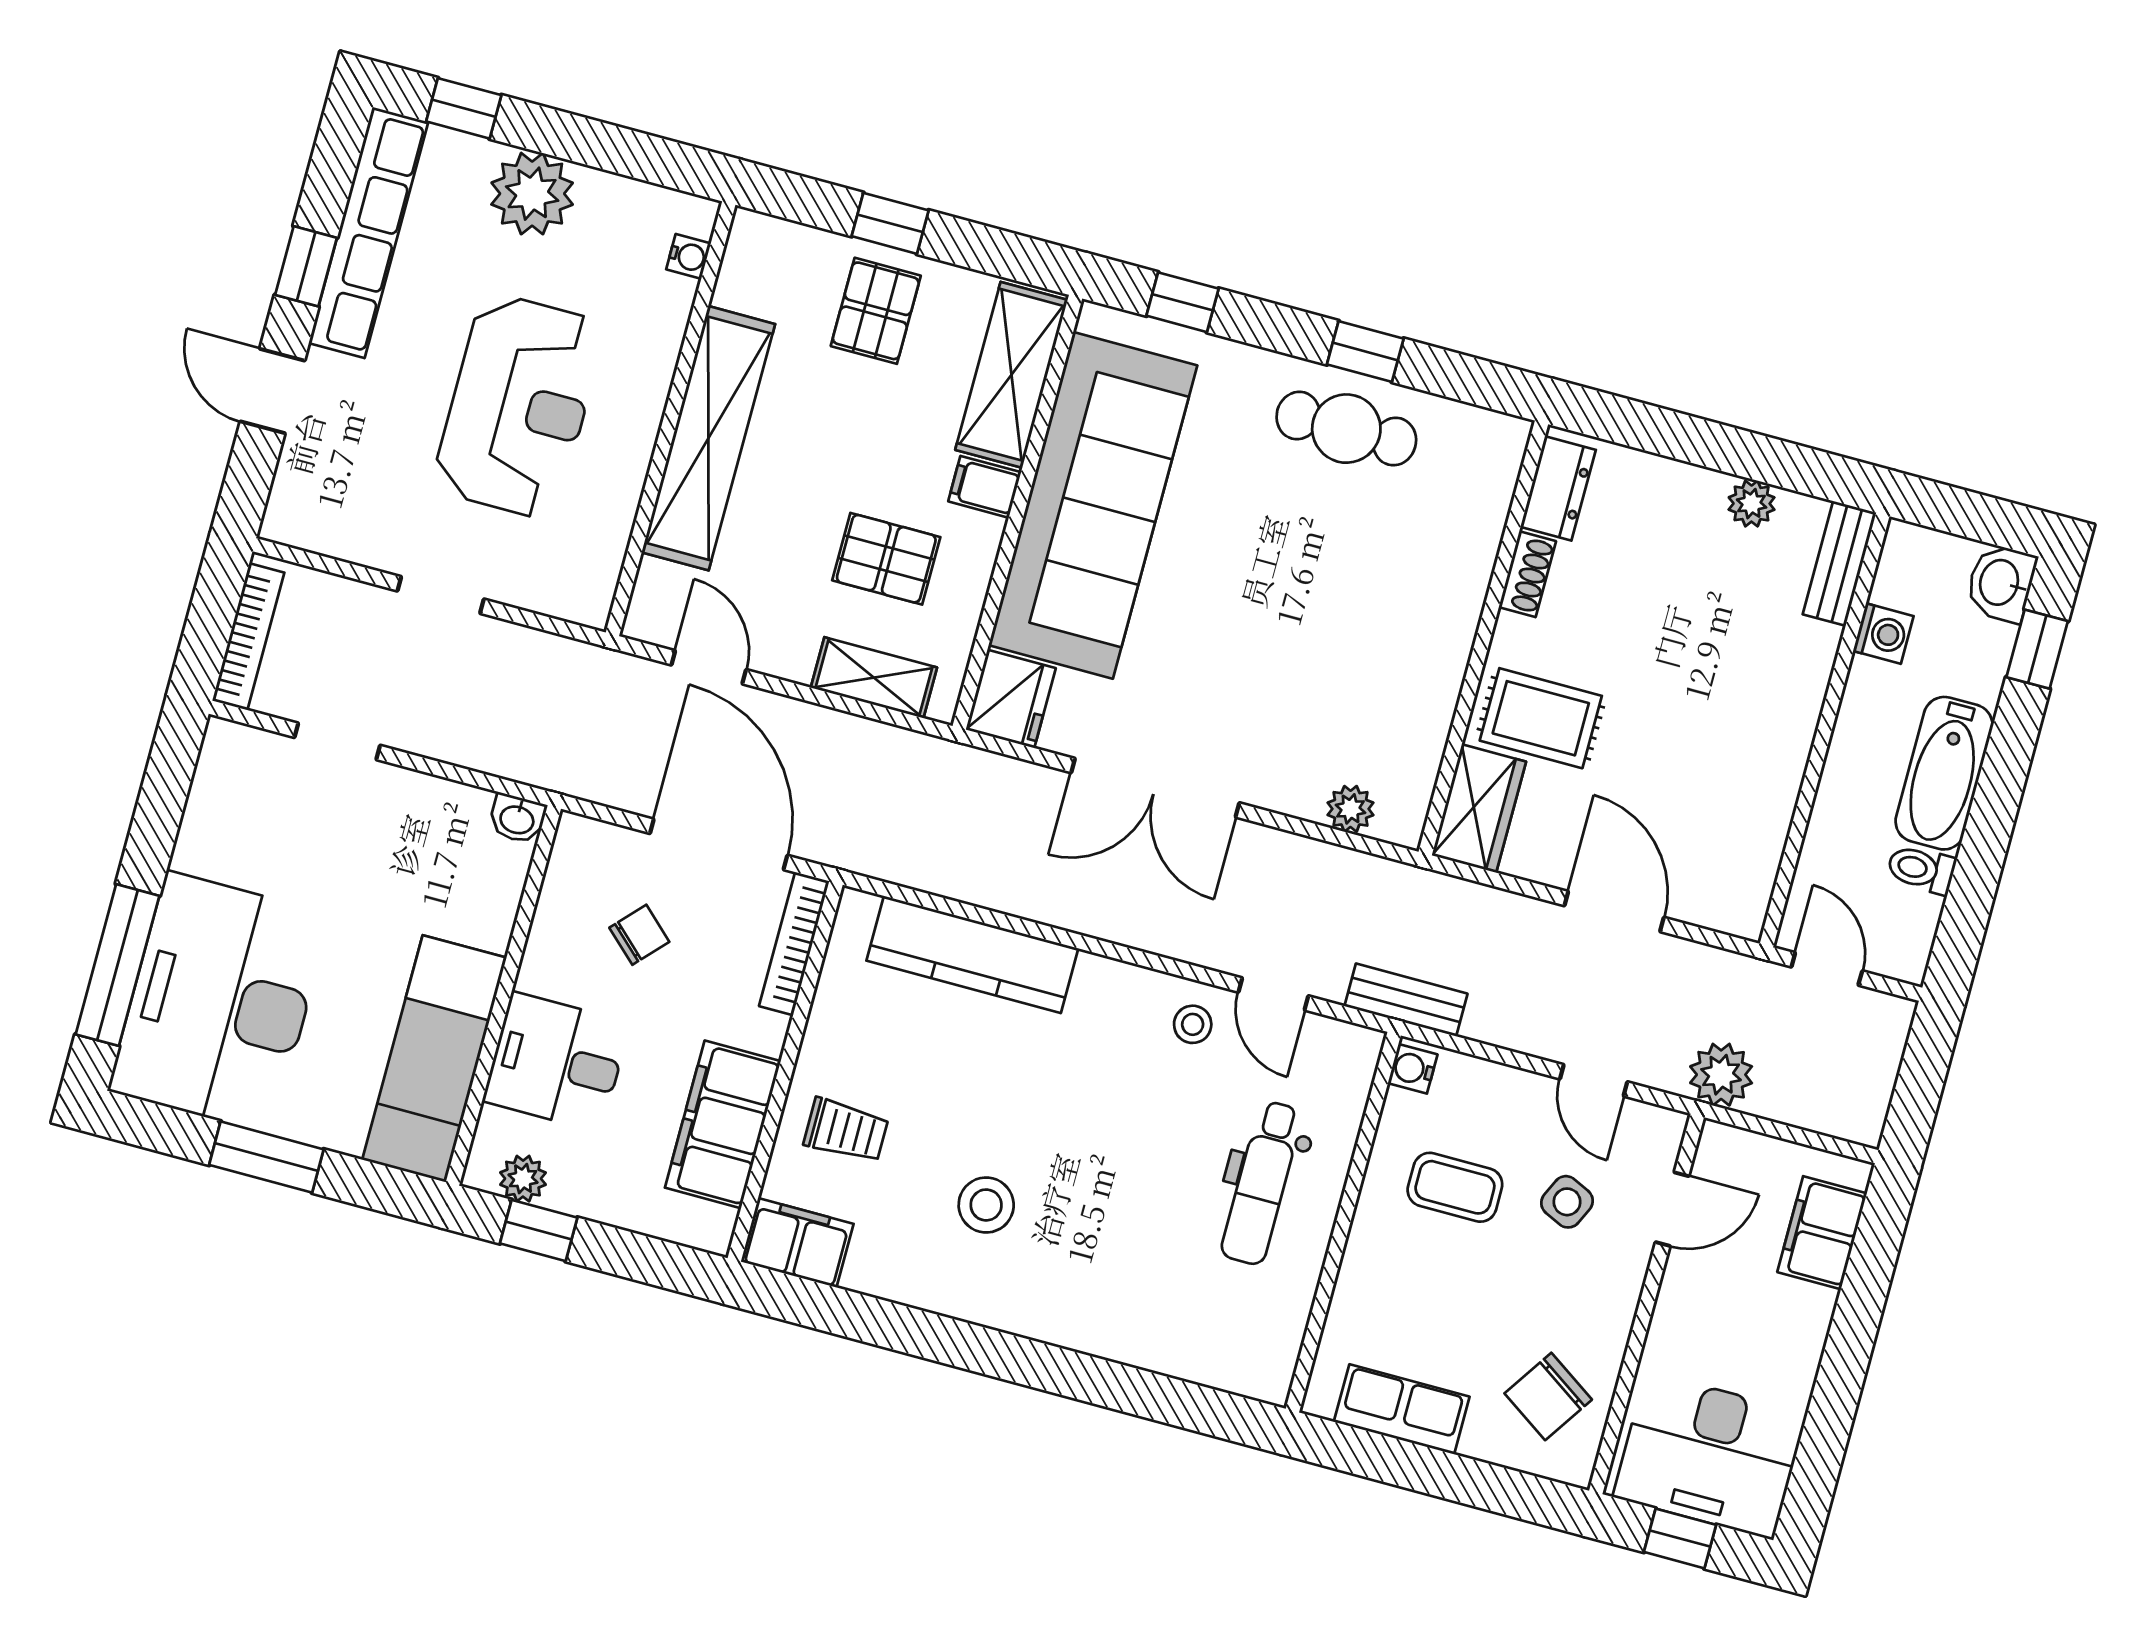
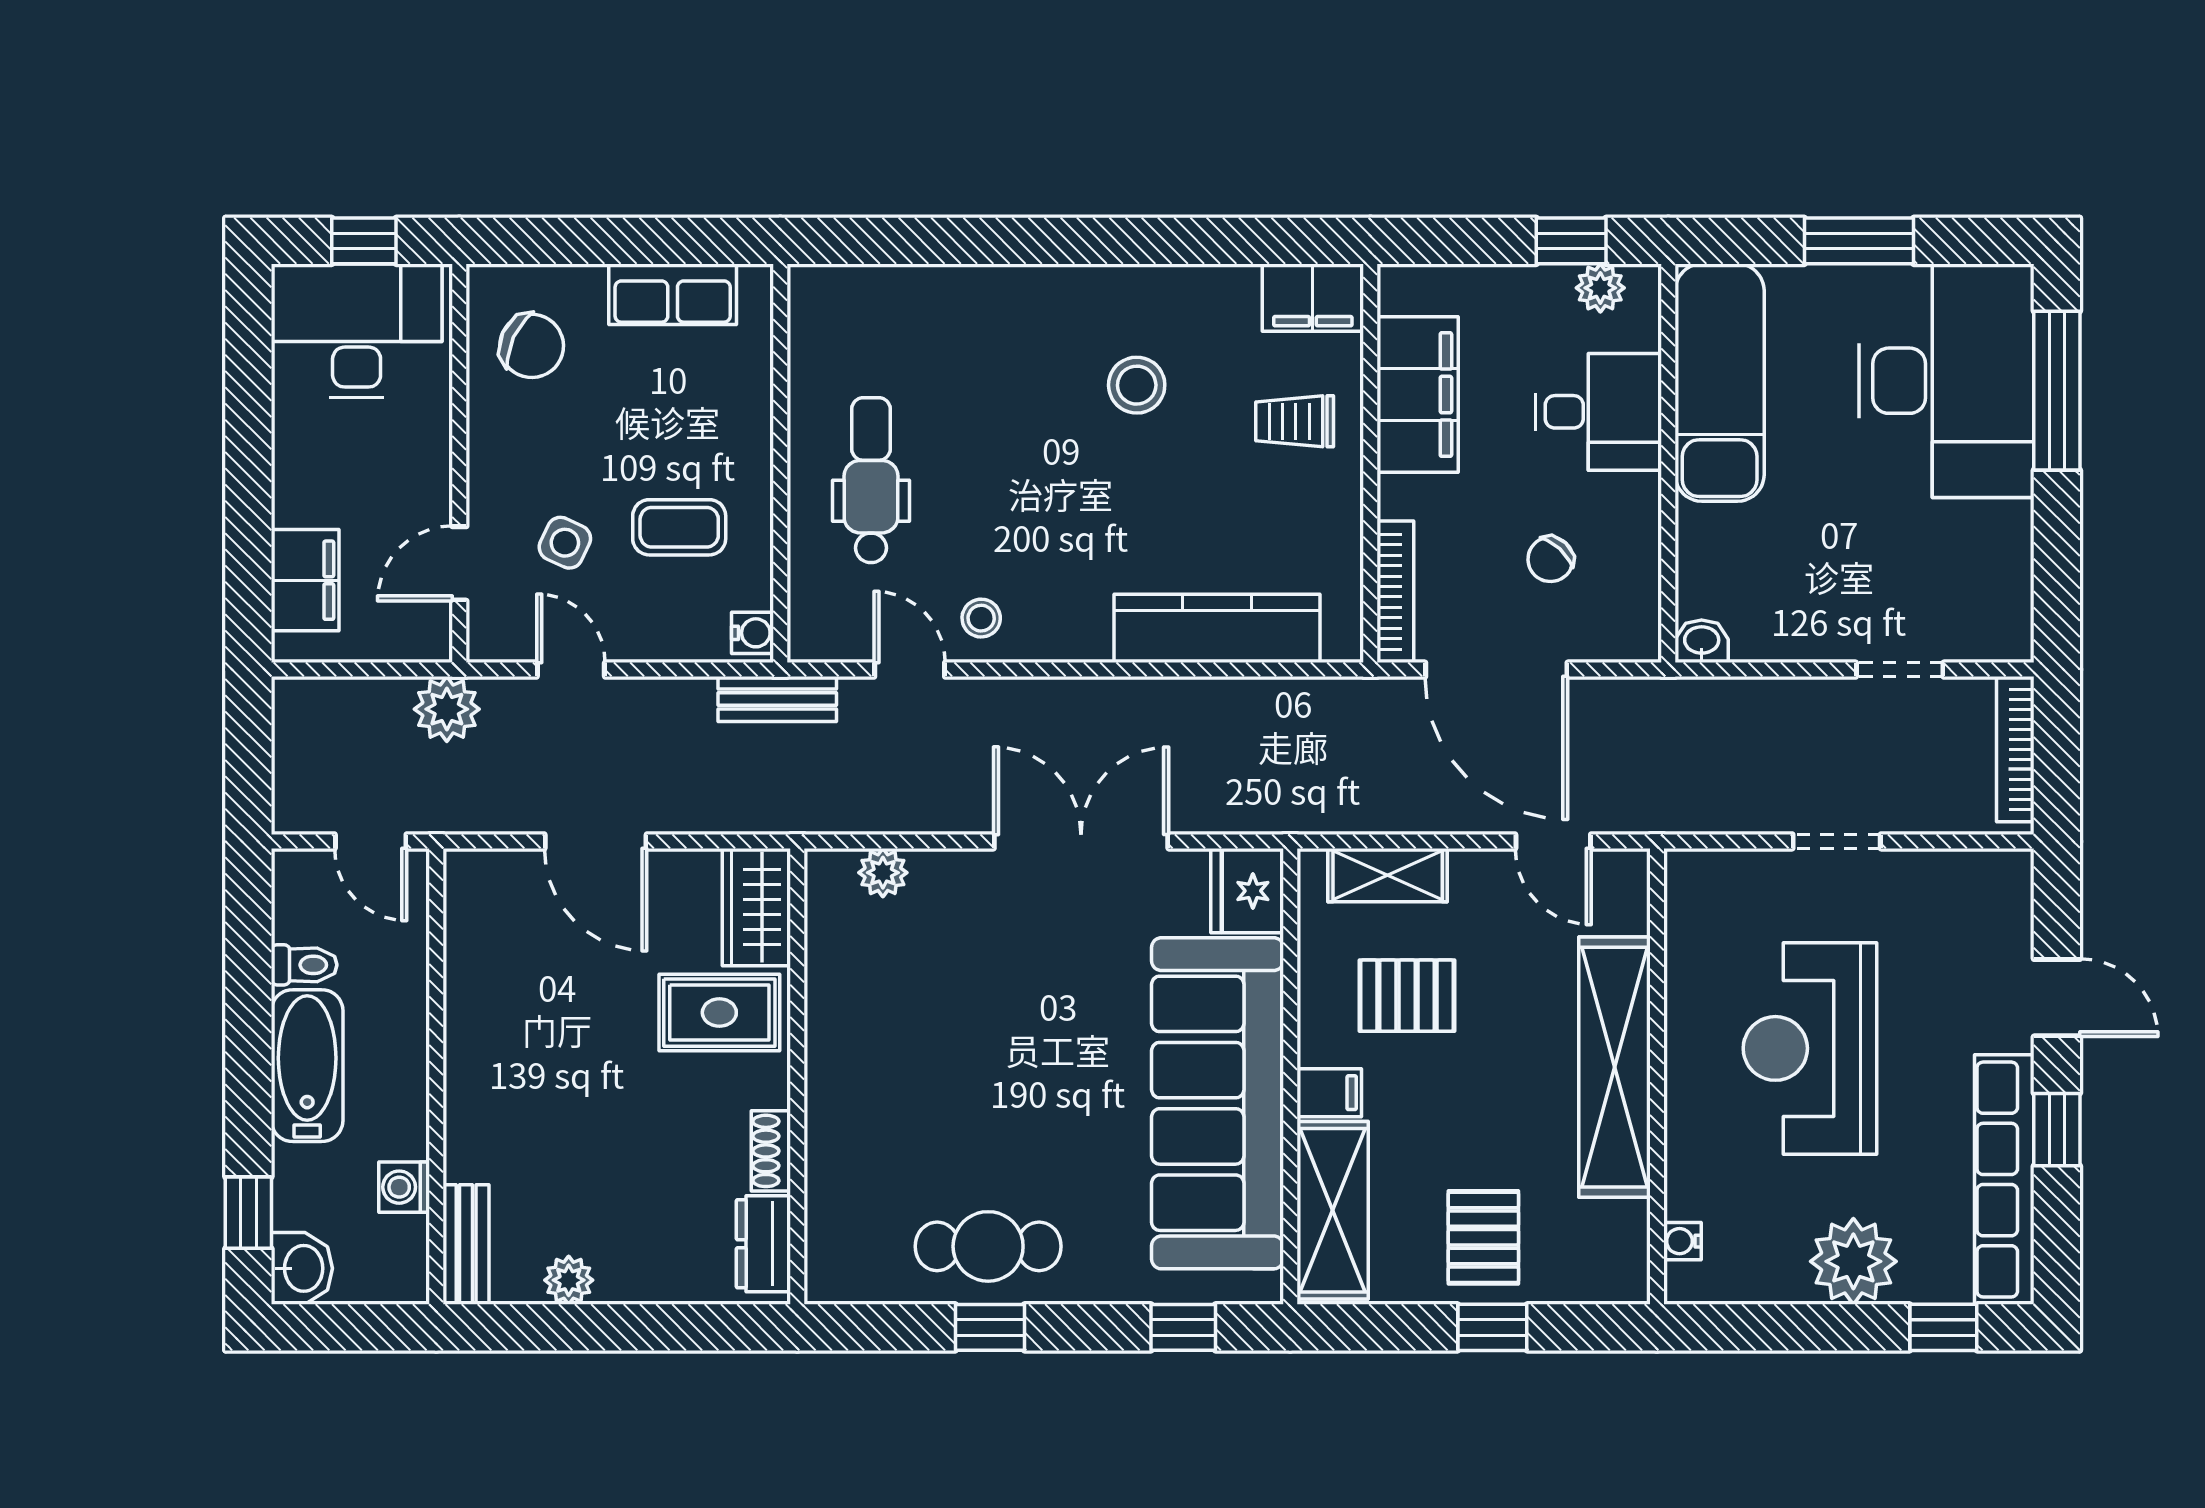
chair: (1548, 1396) -> (532, 346), turned 81

